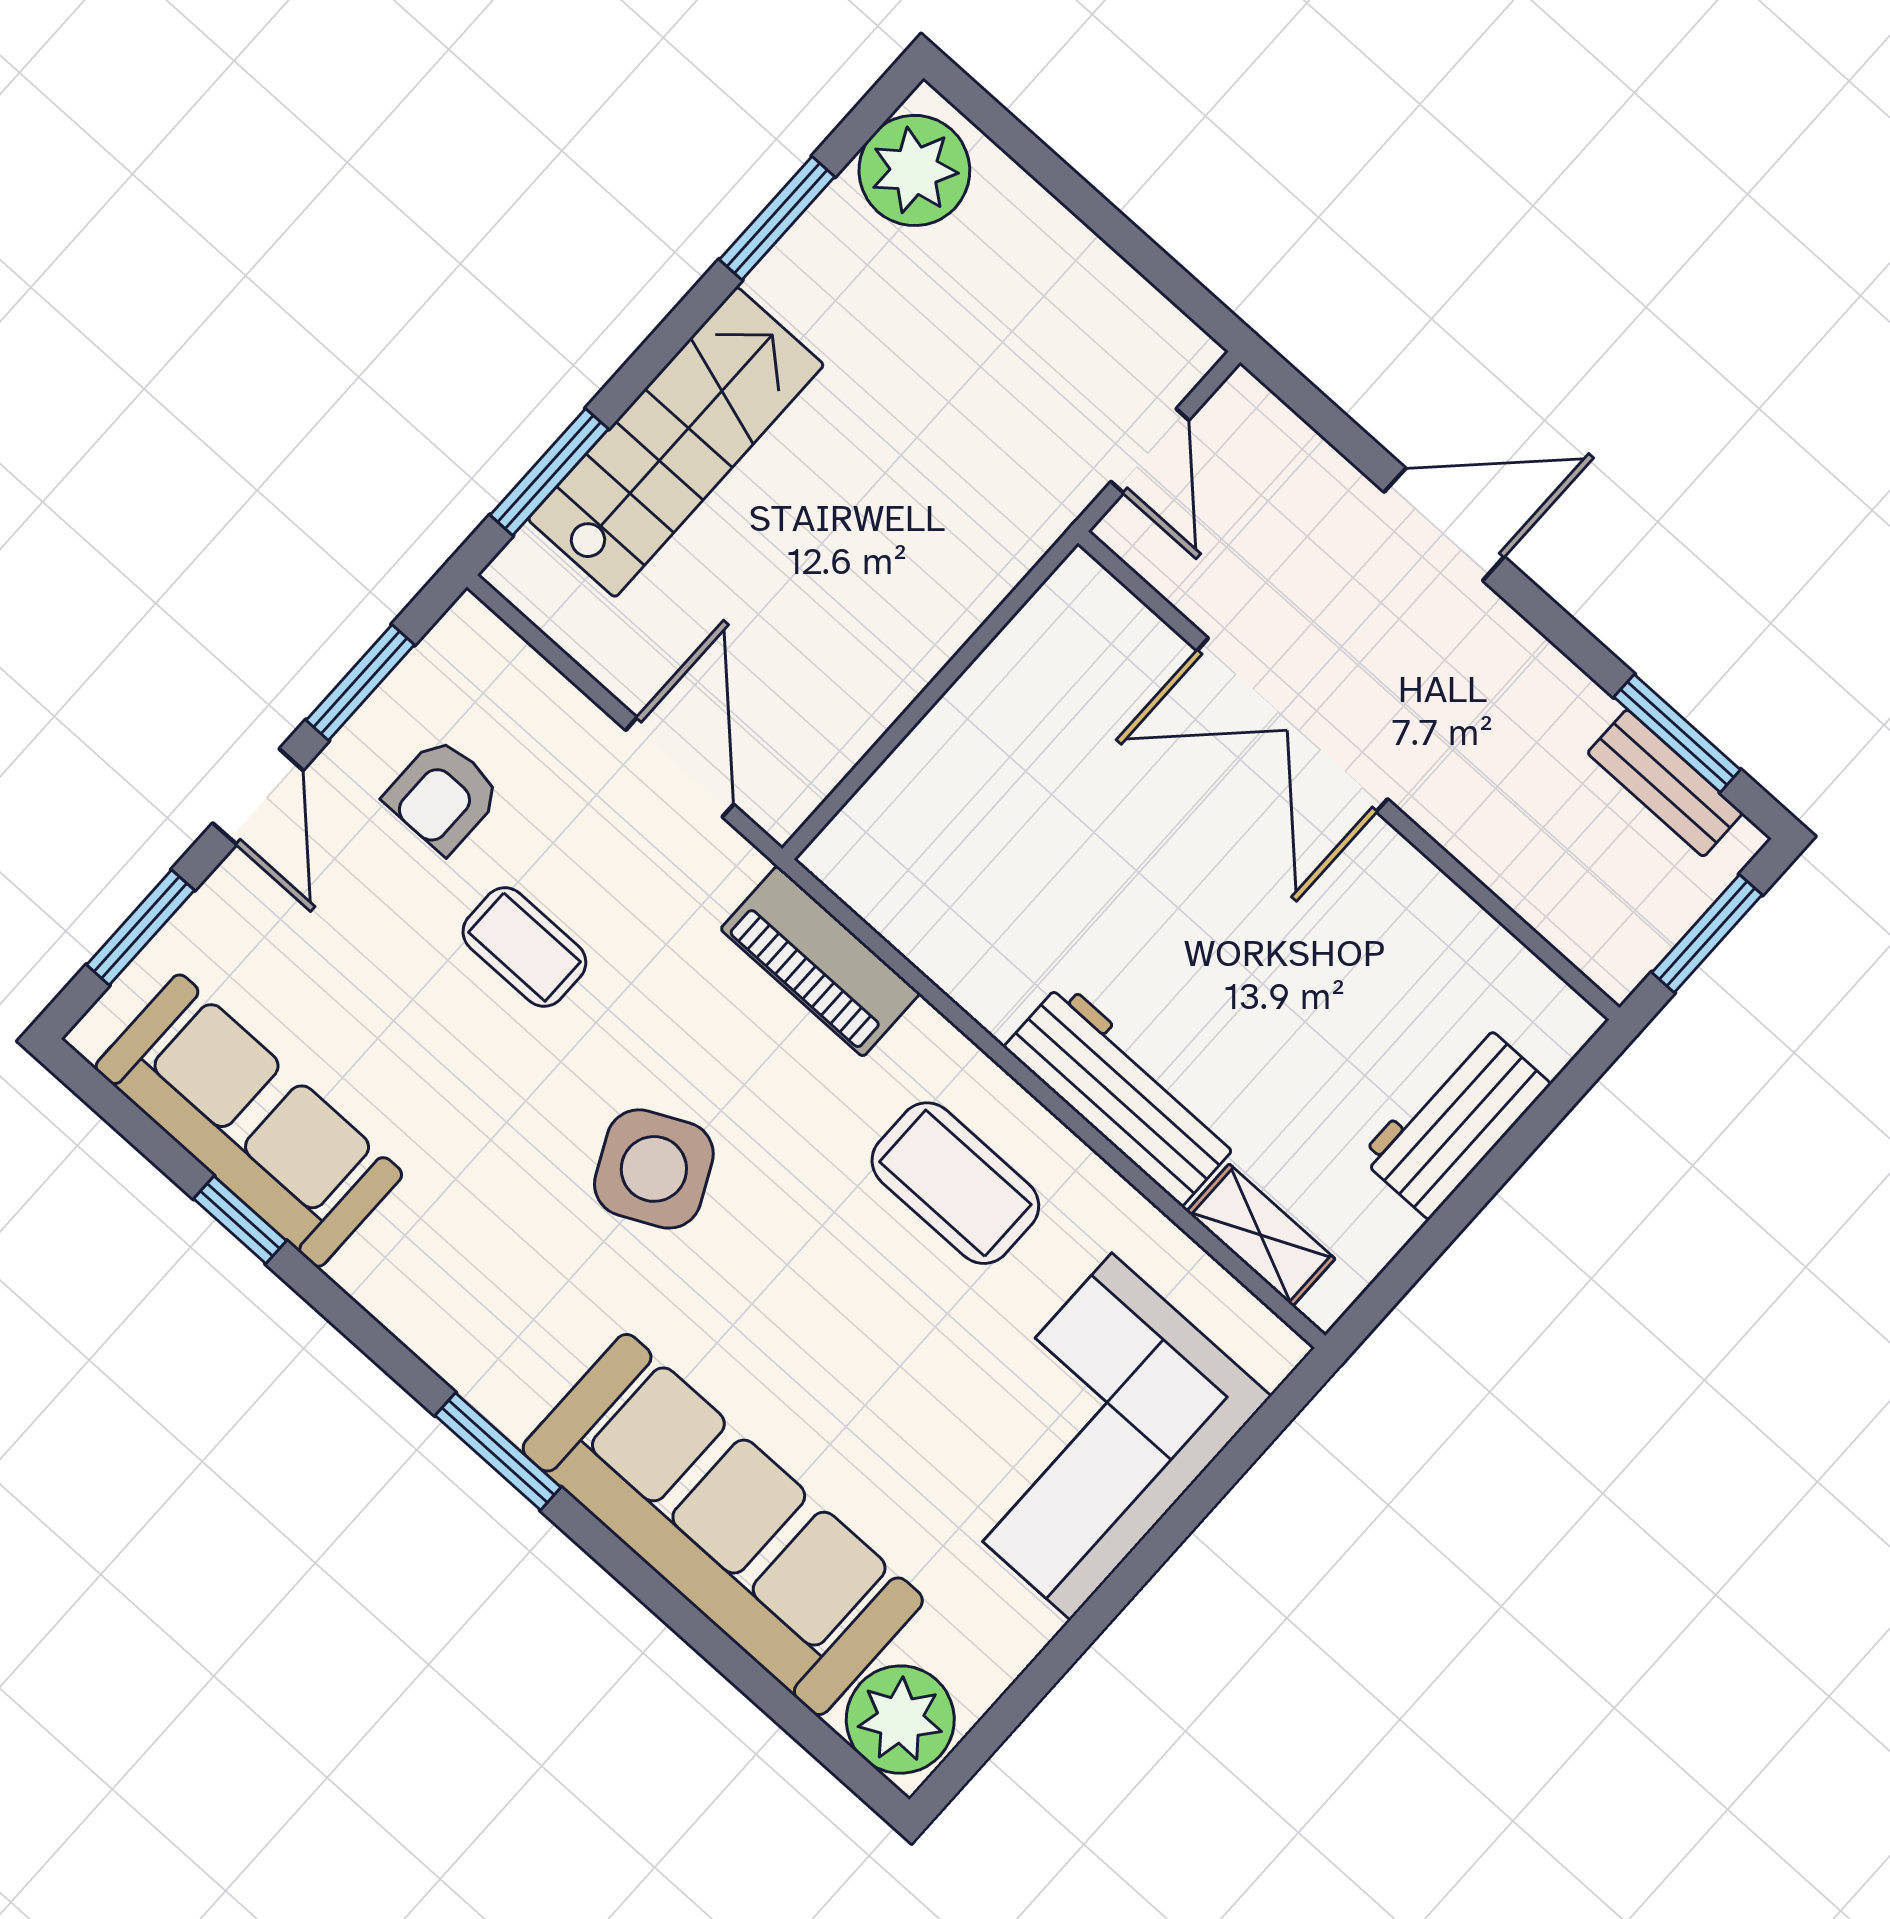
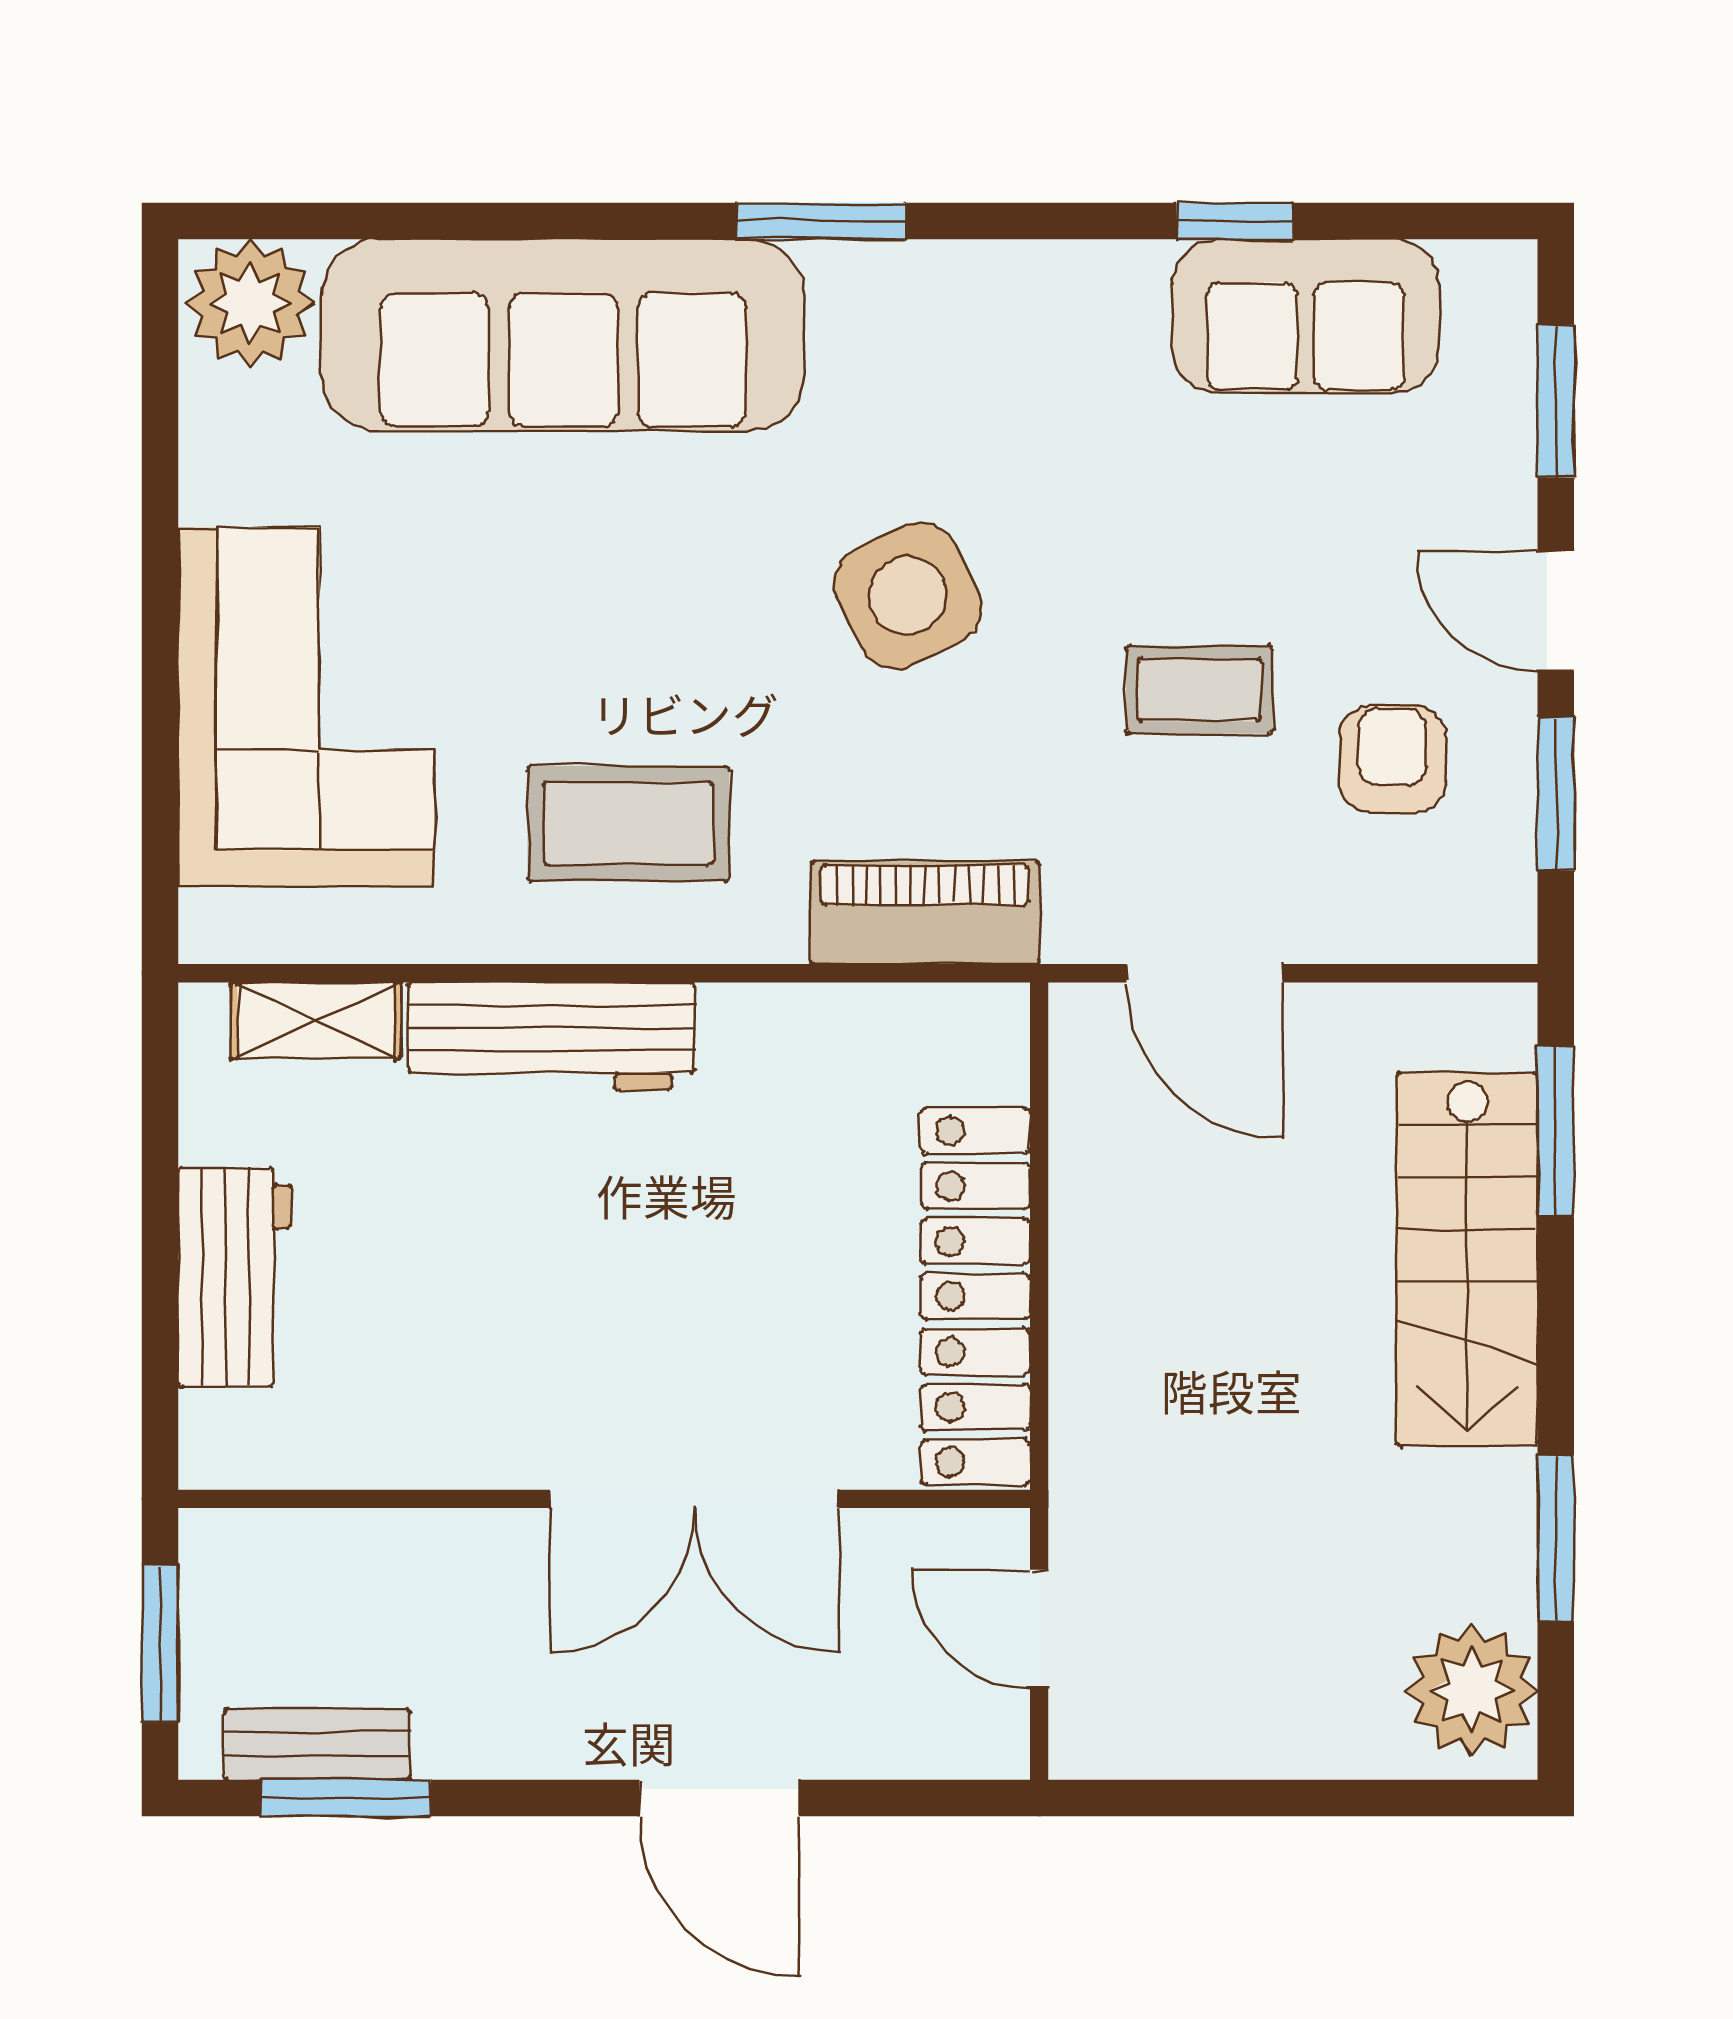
door: (1444, 524) -> (719, 1798), hinge flipped
locker: (1004, 694) -> (975, 1296), added
double door: (1292, 725) -> (694, 1499), swing flipped
sofa: (249, 1121) -> (1306, 316), width x0.73

